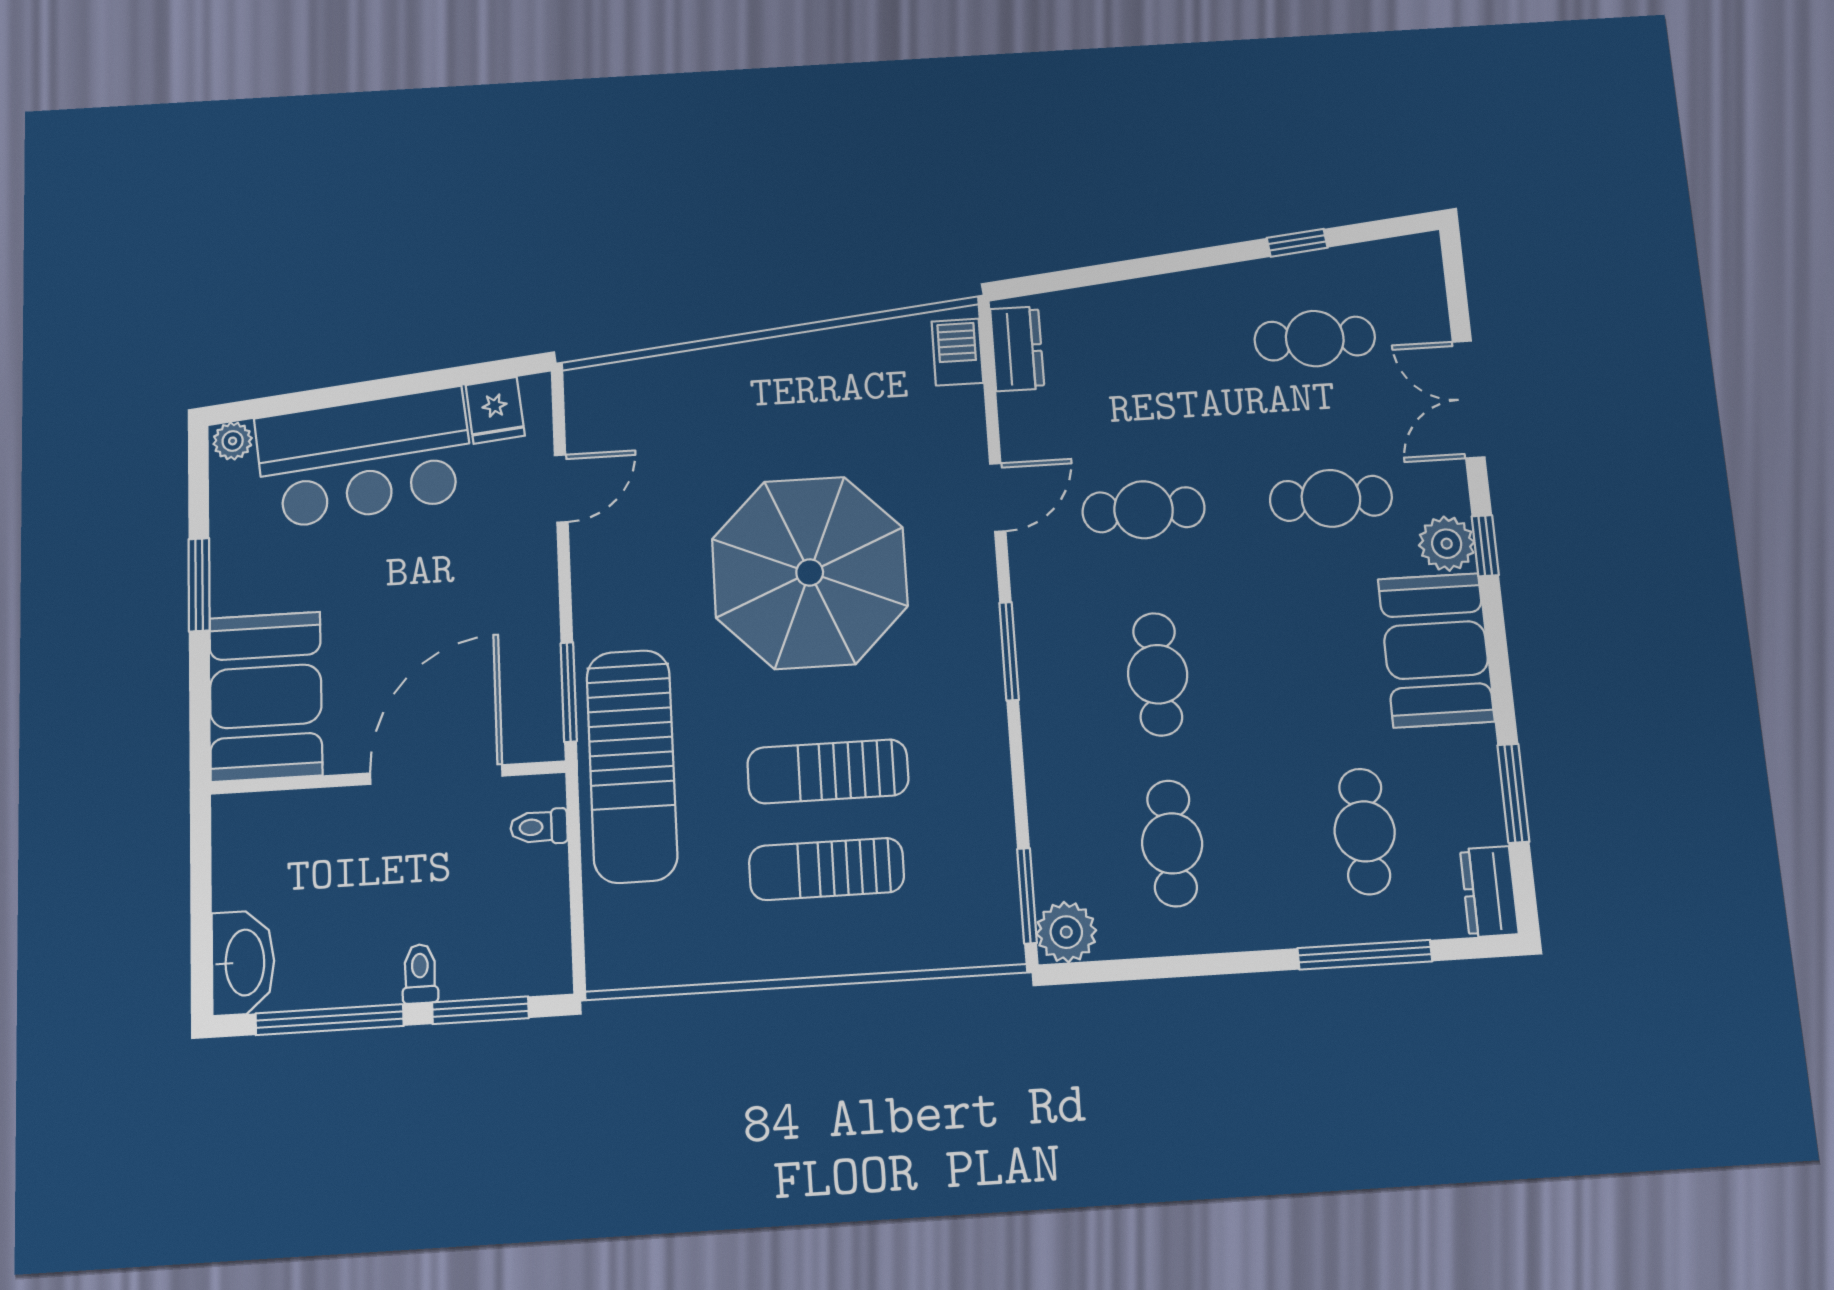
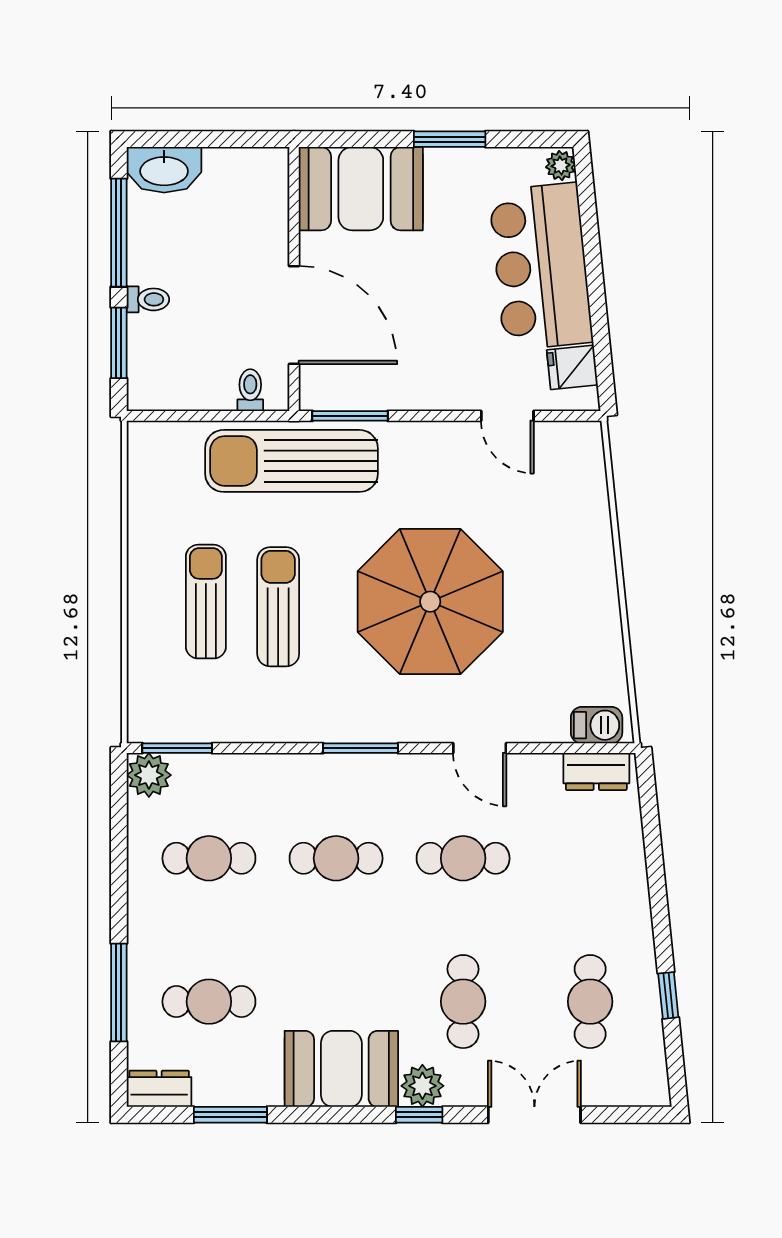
cafe table: (1144, 510) -> (463, 858), turned 90

